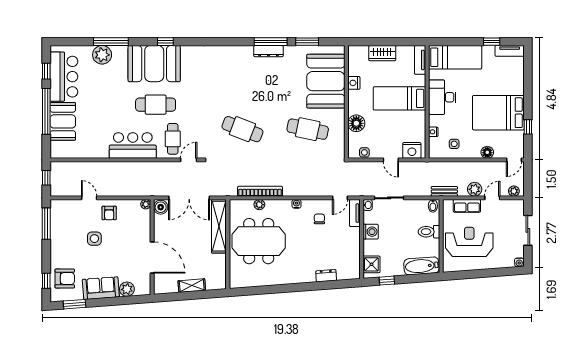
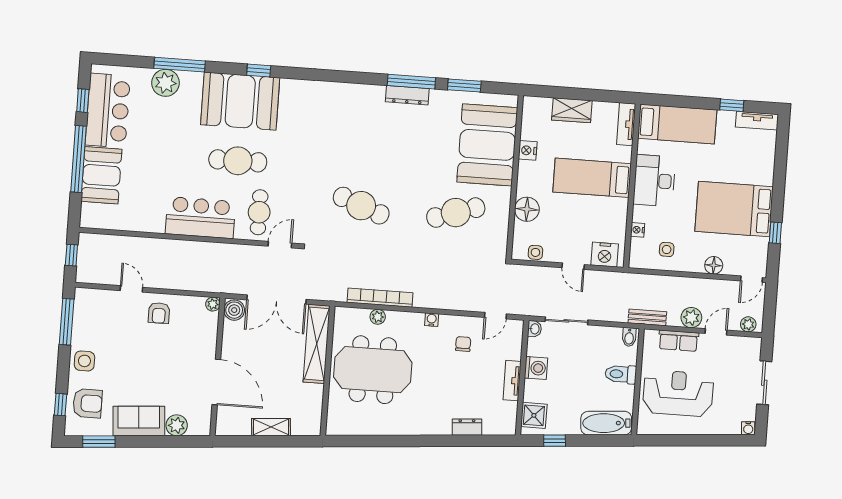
cafe table: (308, 129) -> (456, 213), turned -30
tv unit: (355, 213) -> (512, 381), moved
side table: (94, 239) -> (84, 361), moved

